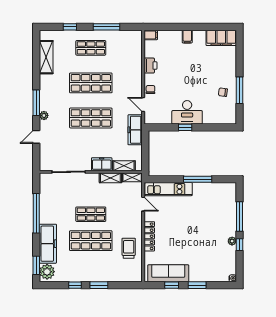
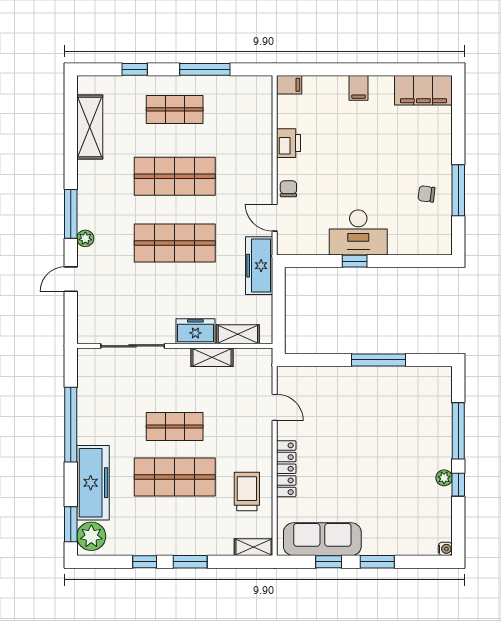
shelving: (132, 177) -> (253, 547), moved
kitchen unit: (169, 189) -> (323, 379), removed

